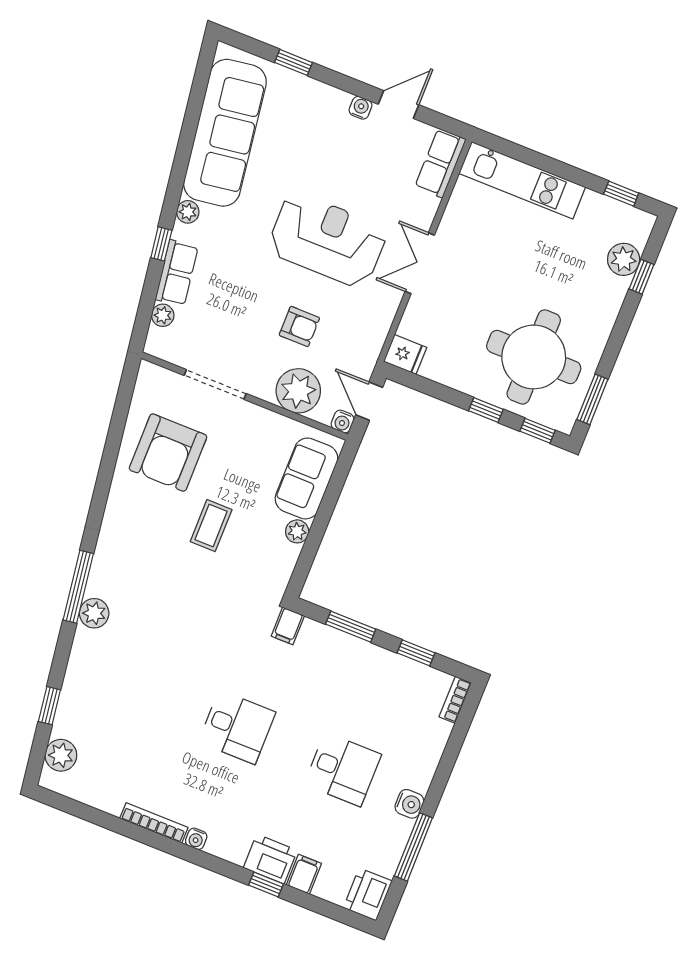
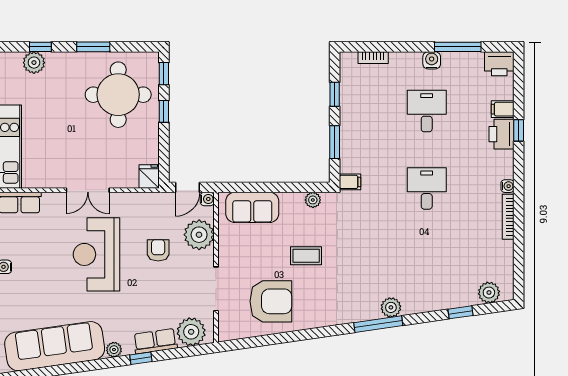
plant: (163, 315) -> (191, 332), width x1.87, depth x1.87
window: (592, 399) -> (93, 47), moved
plant: (297, 531) -> (313, 200), moved
bookcase: (455, 700) -> (373, 58), moved

